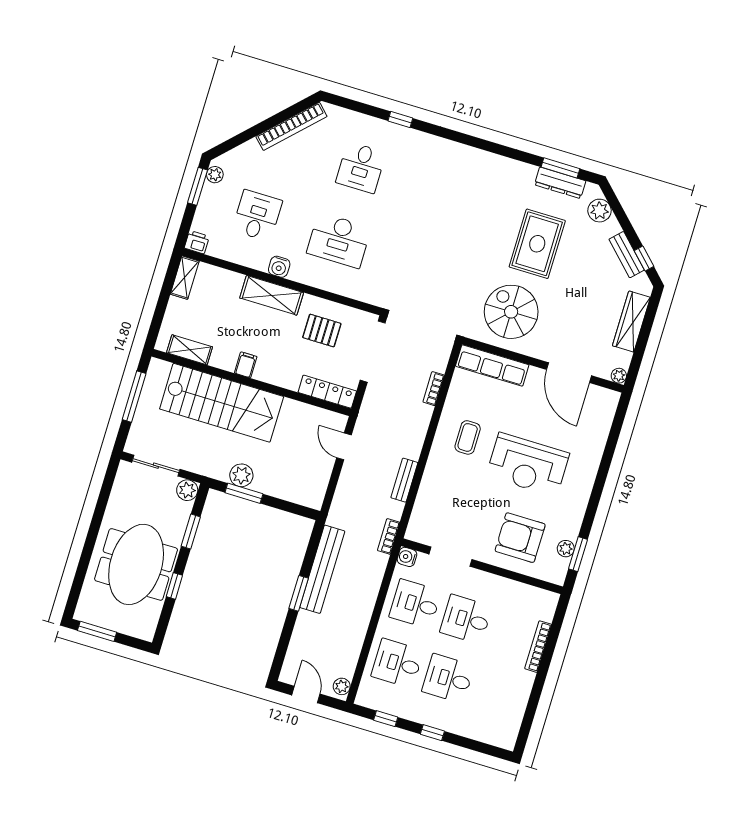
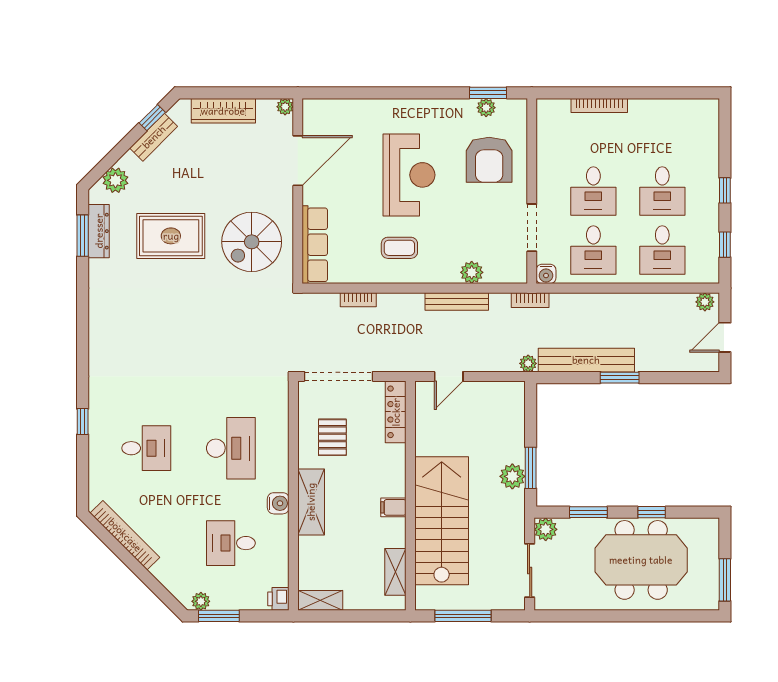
bench: (404, 480) -> (457, 301), width x1.36
plant: (428, 493) -> (472, 272), added
plant: (335, 518) -> (528, 363), added

